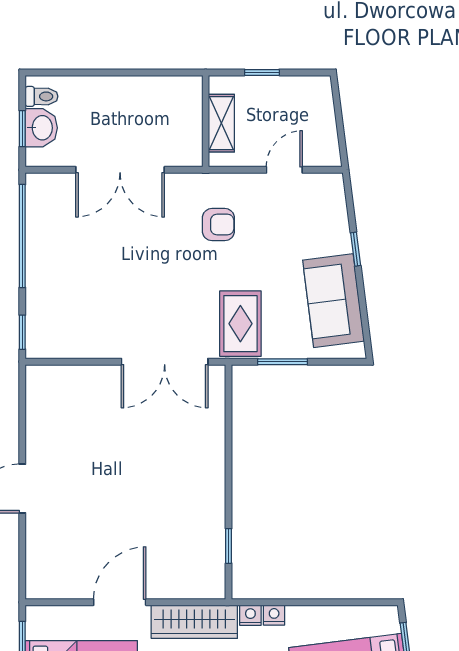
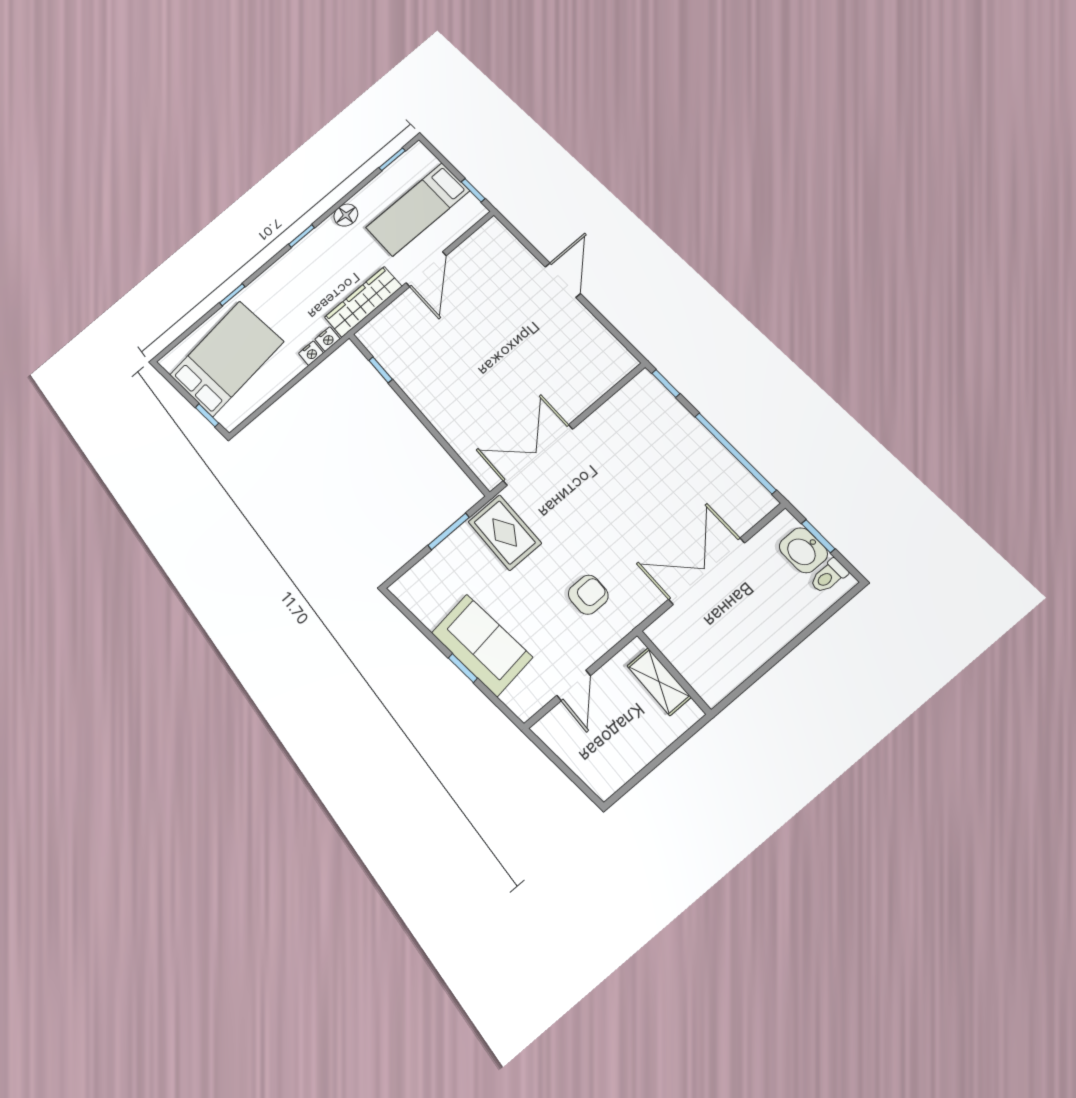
window: (262, 72) -> (664, 756), removed
armchair: (218, 225) -> (588, 595), turned 180
sofa: (333, 301) -> (482, 645), moved

